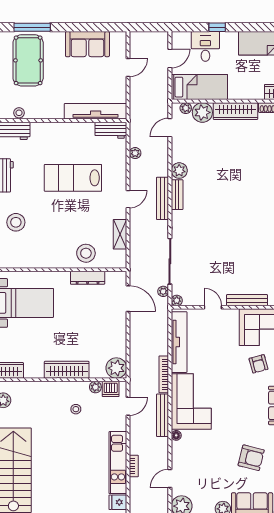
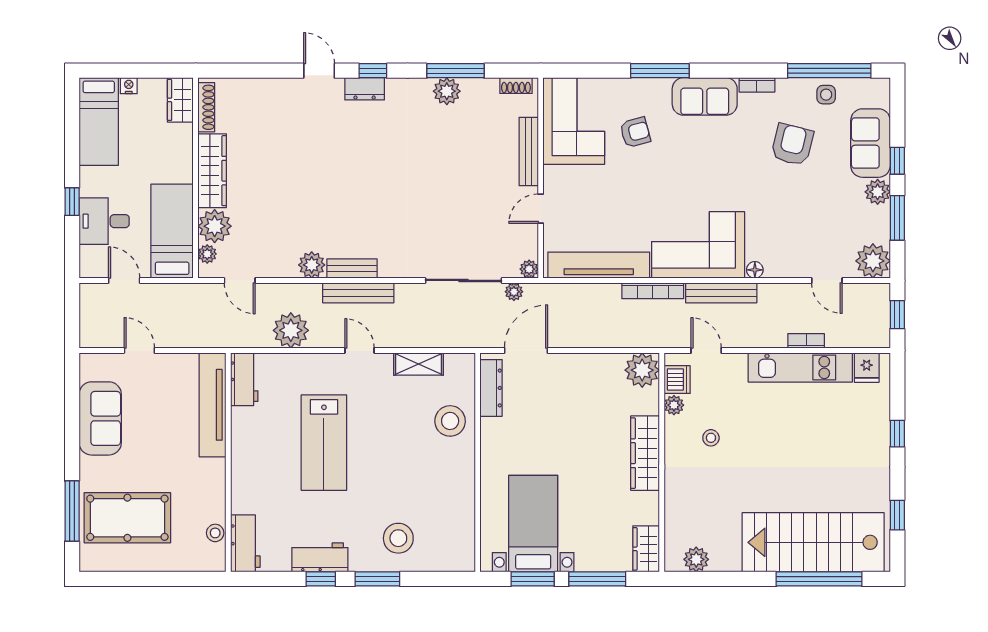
plant: (135, 153) -> (291, 330), width x1.87, depth x1.87
dresser: (88, 278) -> (491, 388), moved

